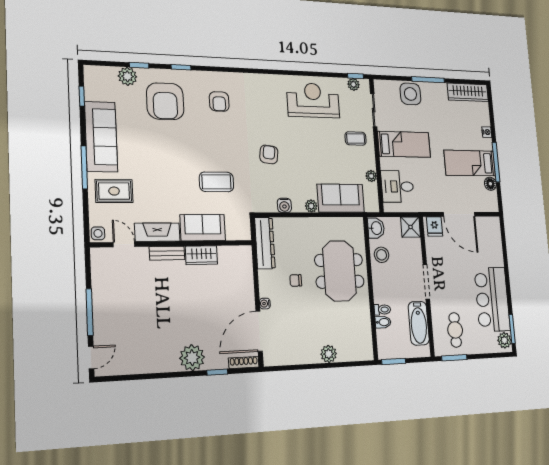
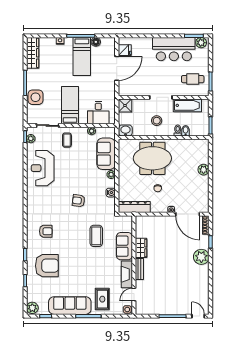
plant: (127, 76) -> (32, 308), moved
fridge: (435, 226) -> (125, 50), moved
stool: (382, 255) -> (157, 121), moved

